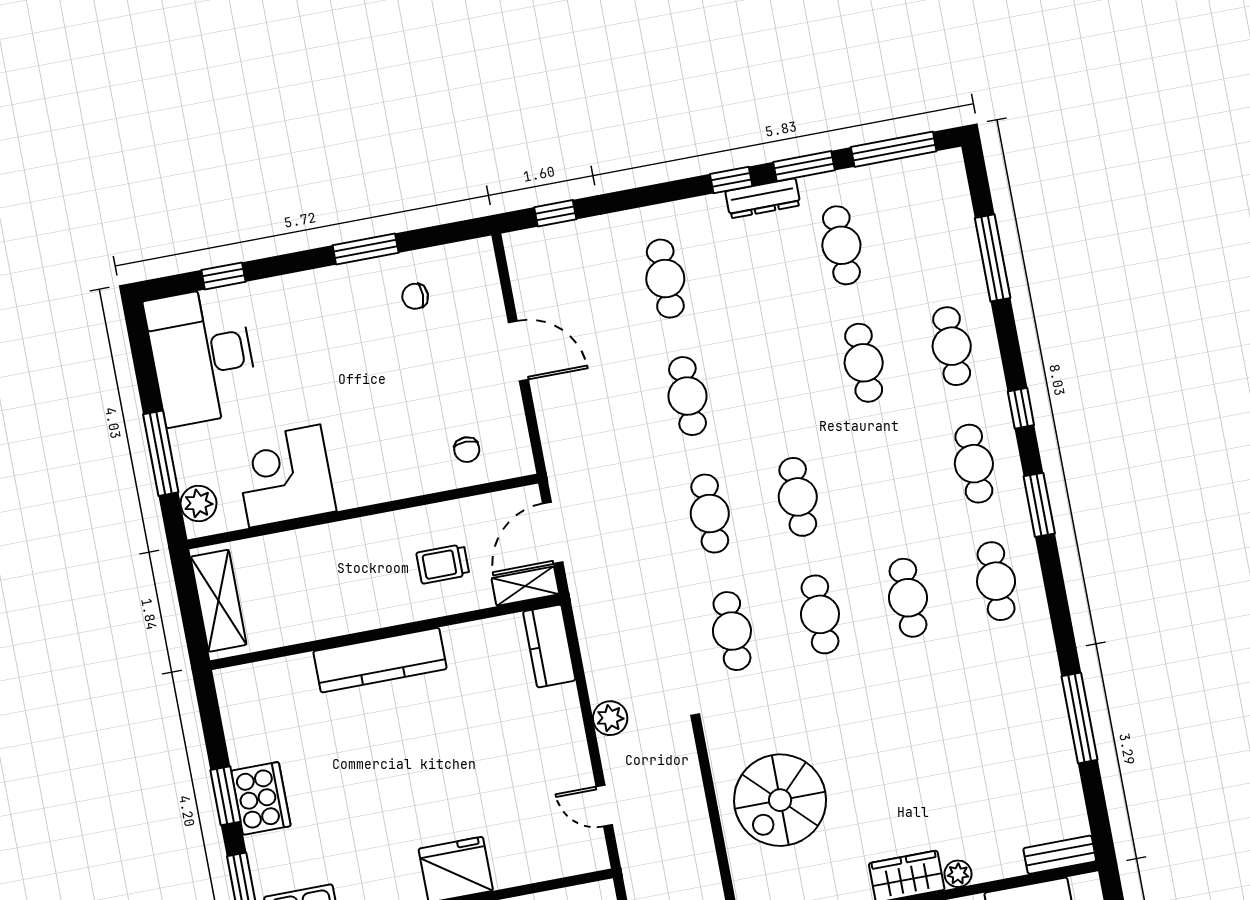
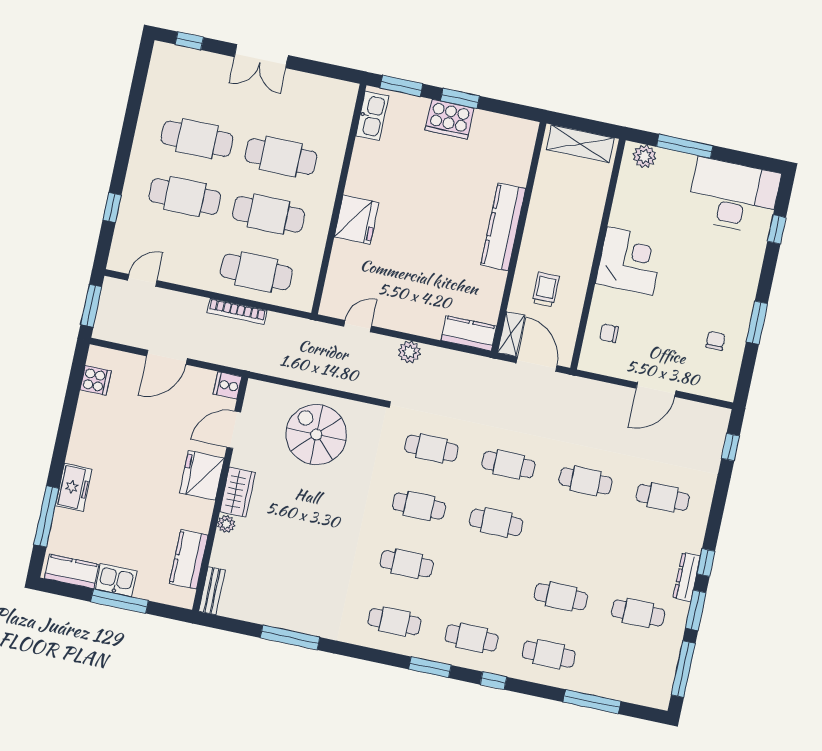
corner desk: (285, 476) -> (630, 261), moved

